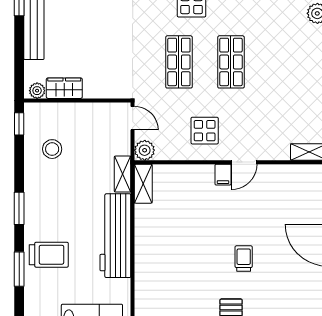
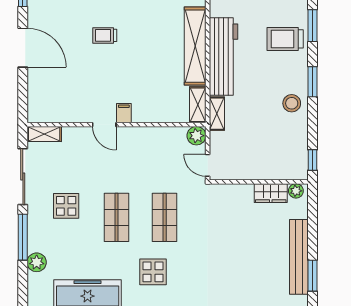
display table: (205, 131) -> (66, 206), moved
stool: (52, 149) -> (292, 103), moved
door: (244, 162) -> (104, 125), swing flipped
shelving: (146, 247) -> (195, 46), added
trolley: (244, 259) -> (105, 35), turned 90

